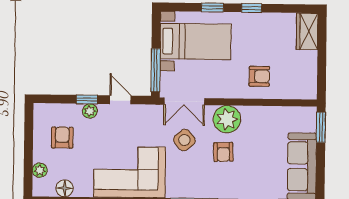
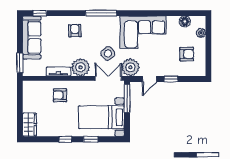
door: (120, 100) -> (149, 79), hinge flipped
plant: (90, 111) -> (130, 67), moved, width x1.87, depth x1.87
tv unit: (261, 113) -> (58, 71), added
armchair: (62, 138) -> (187, 54), turned -90
armchair: (223, 152) -> (75, 31), moved

